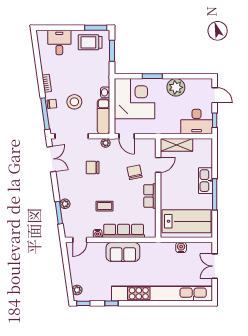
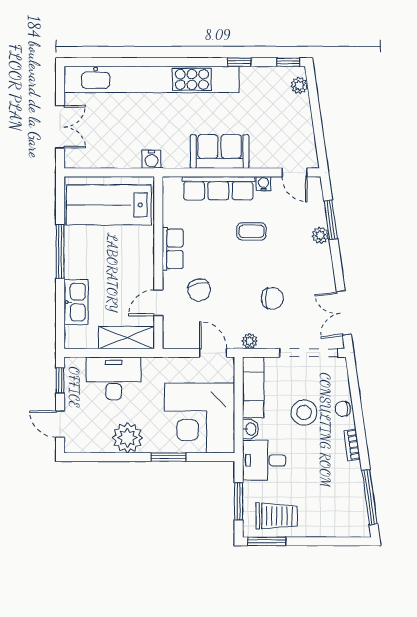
desk: (59, 42) -> (264, 460), moved, turned 90
window: (45, 114) -> (370, 497), moved
desk: (197, 121) -> (114, 378), moved
kitchen sink: (205, 181) -> (76, 302), moved
door: (80, 240) -> (295, 172), swing flipped
water cooler: (181, 247) -> (152, 159), moved

